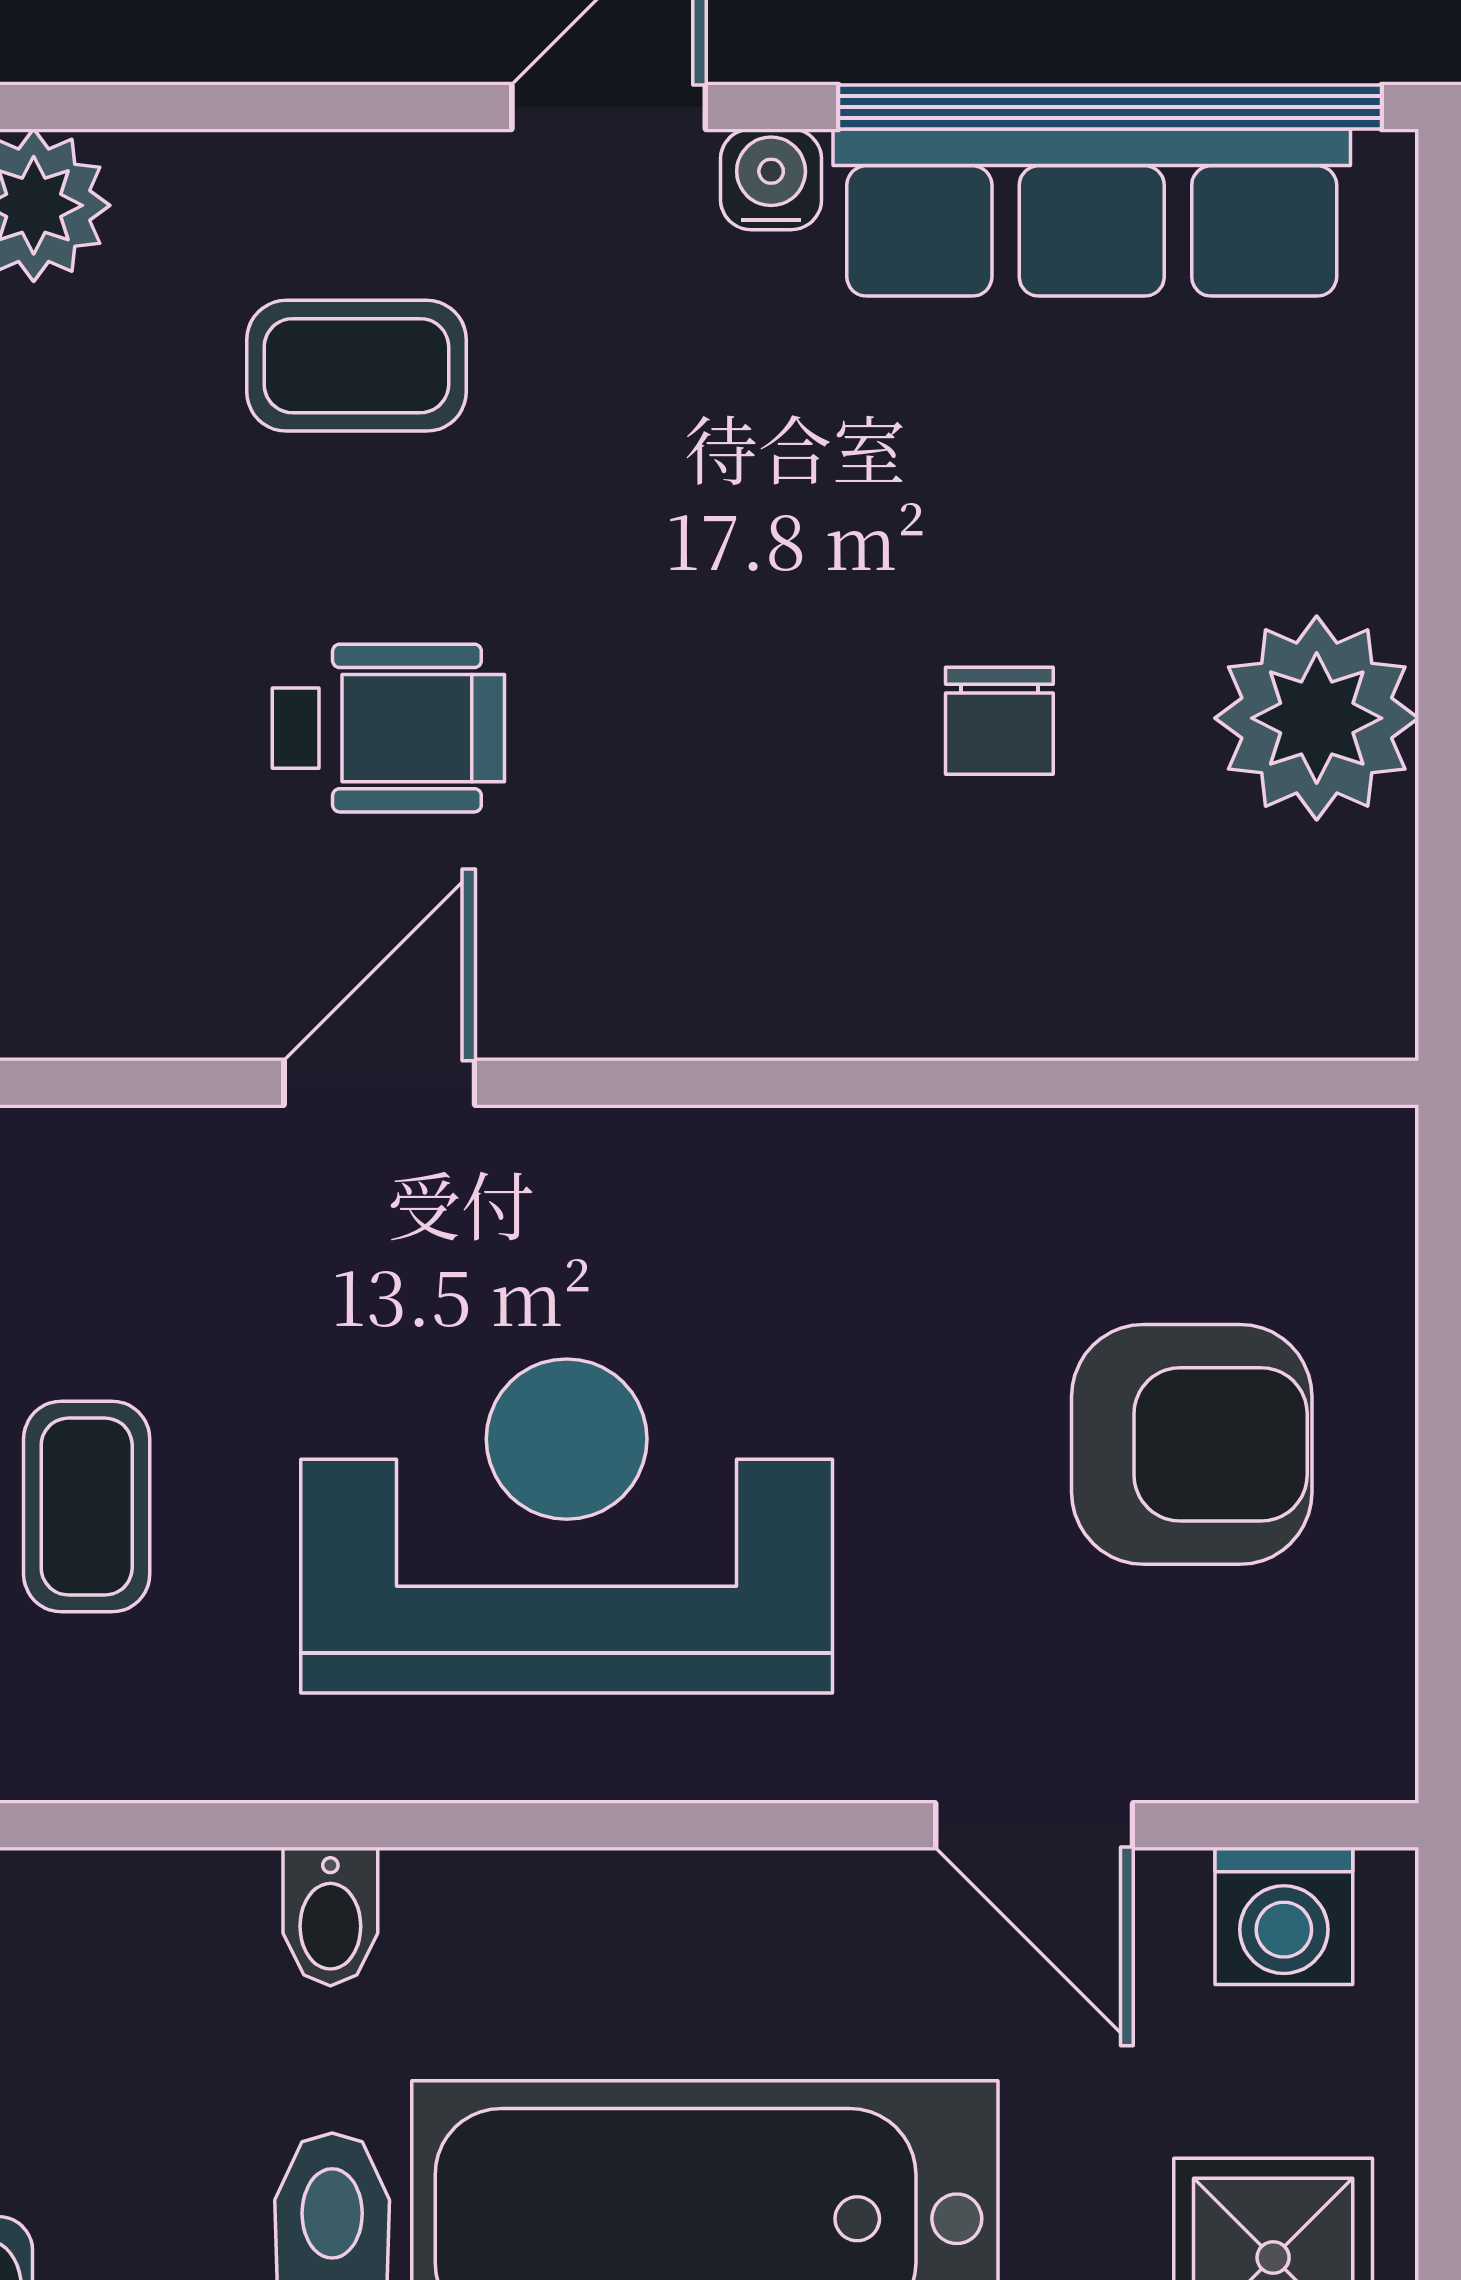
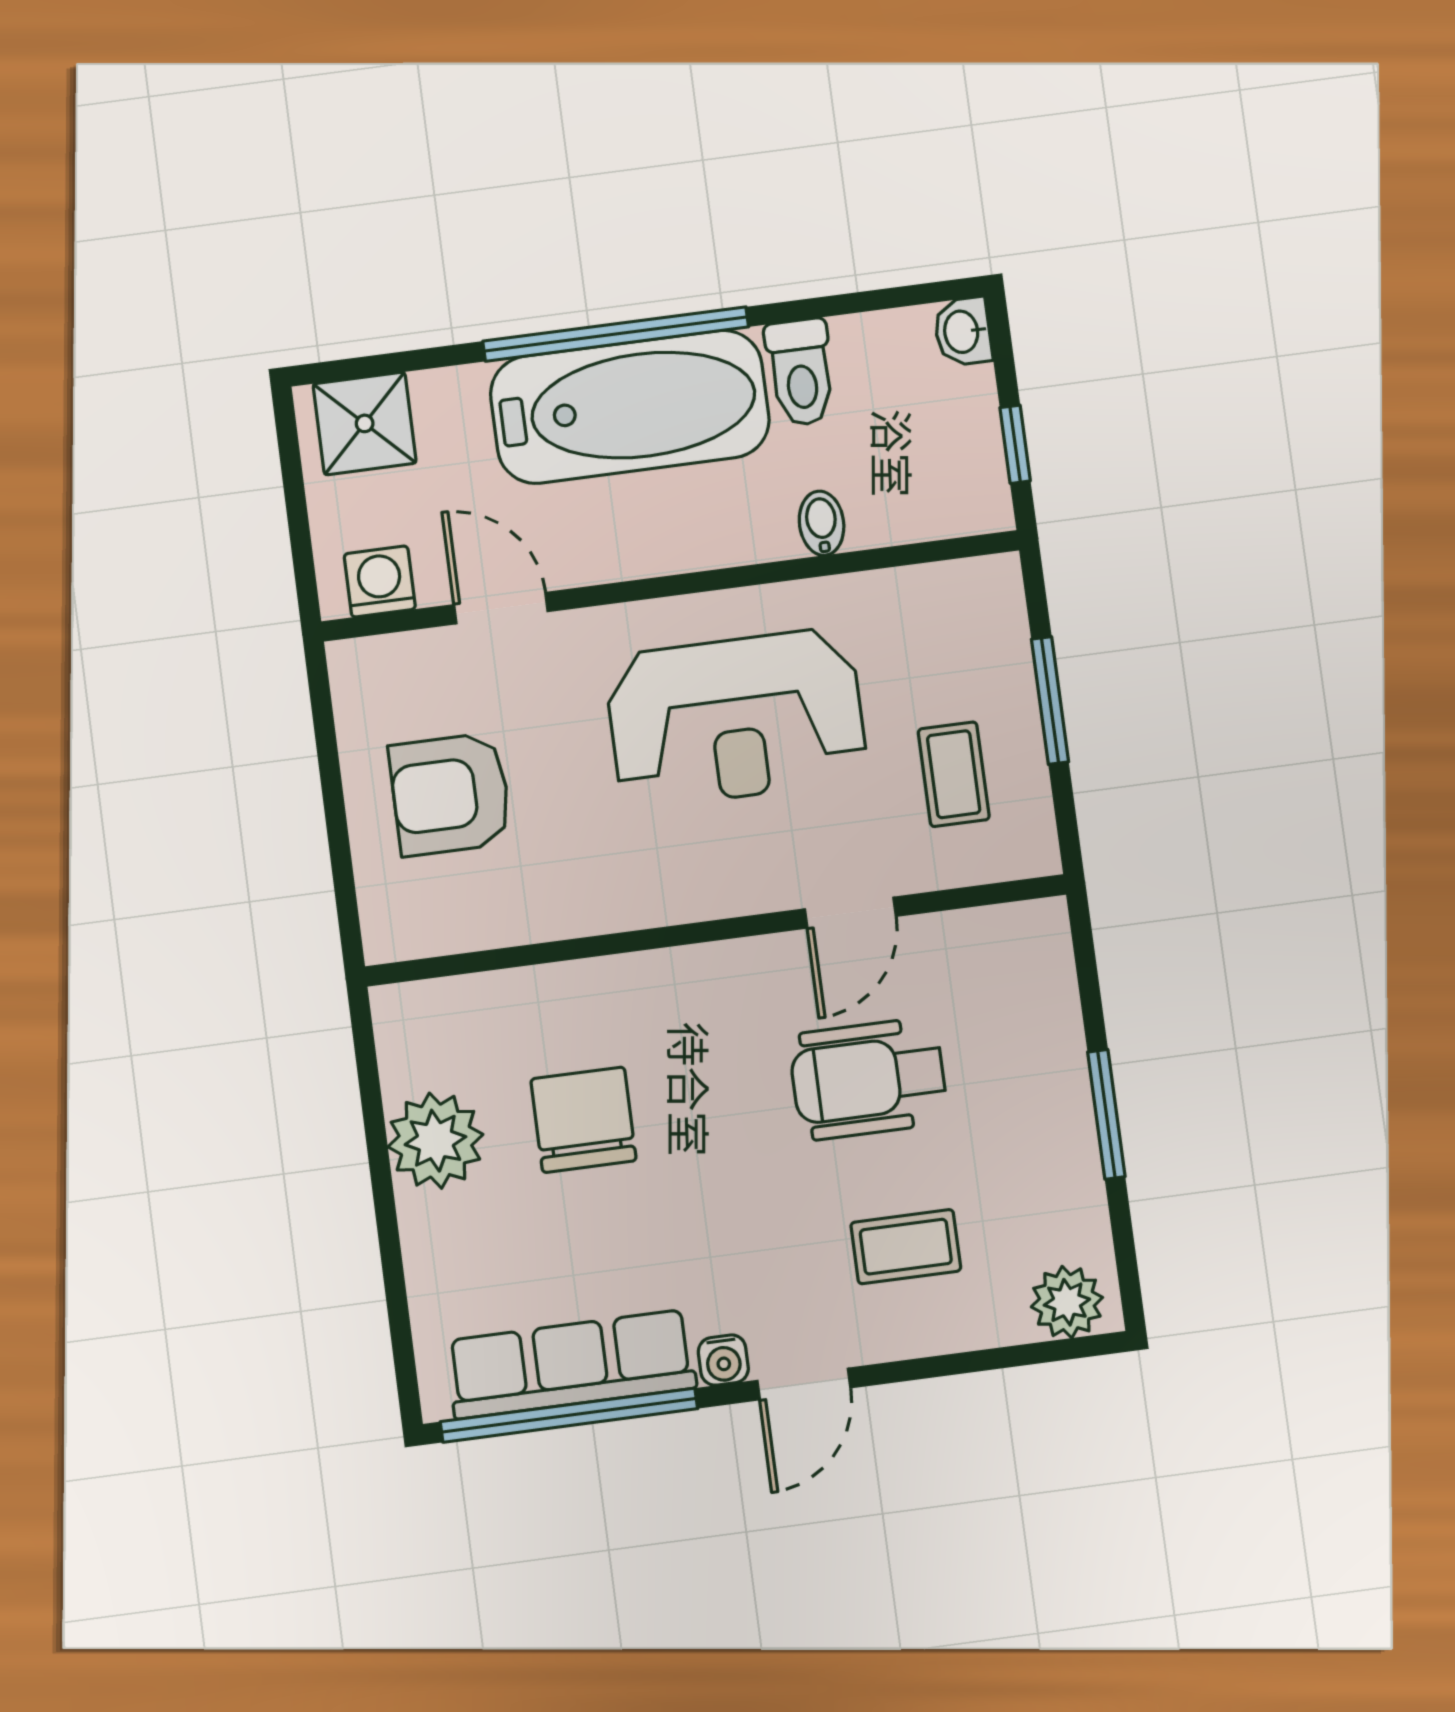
chair: (999, 721) -> (583, 1120), width x1.87, depth x1.87
wheelchair: (388, 728) -> (868, 1079), width x1.36, depth x1.37
coffee table: (87, 1507) -> (954, 774), moved

